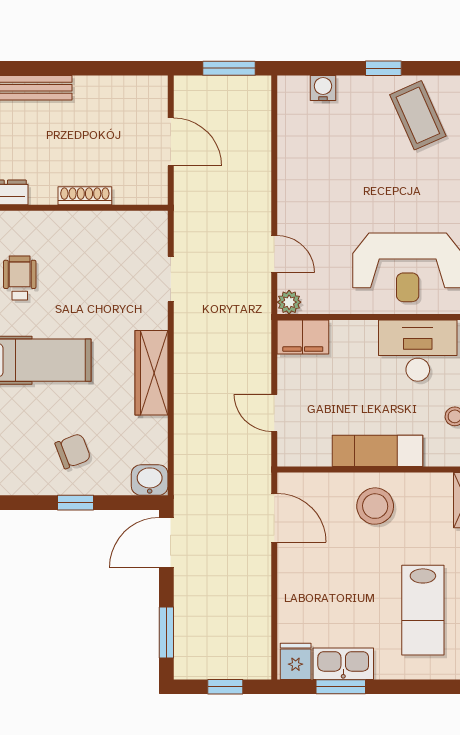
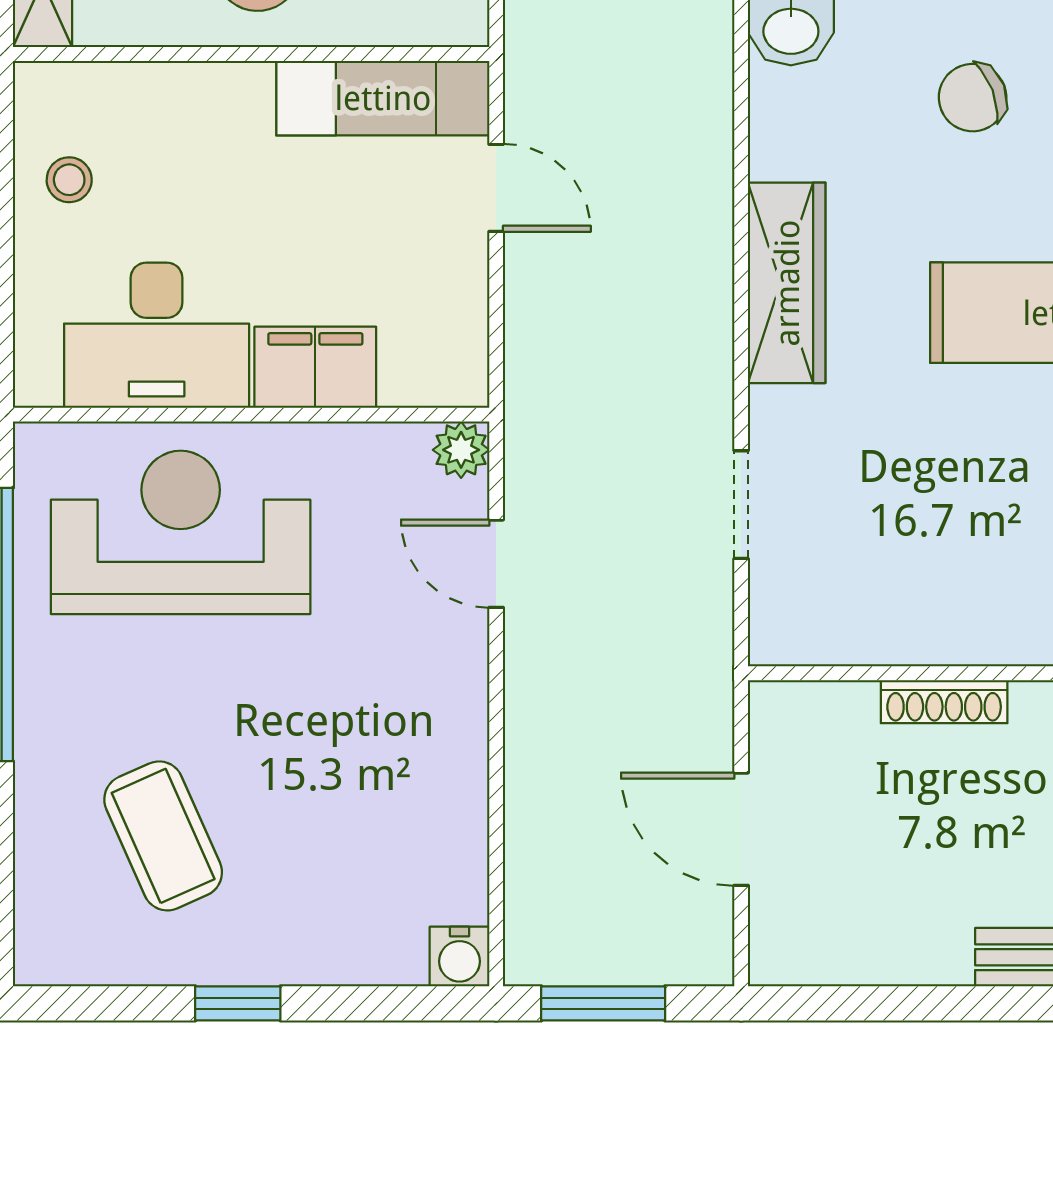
water cooler: (323, 88) -> (460, 957), moved
coffee table: (418, 115) -> (163, 836), moved
filing cabinet: (303, 337) -> (315, 367), moved
exam couch: (377, 451) -> (383, 98), moved

